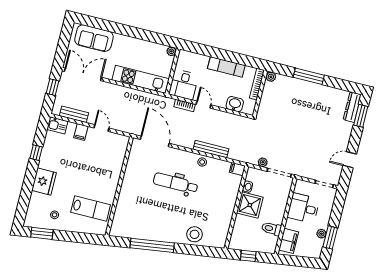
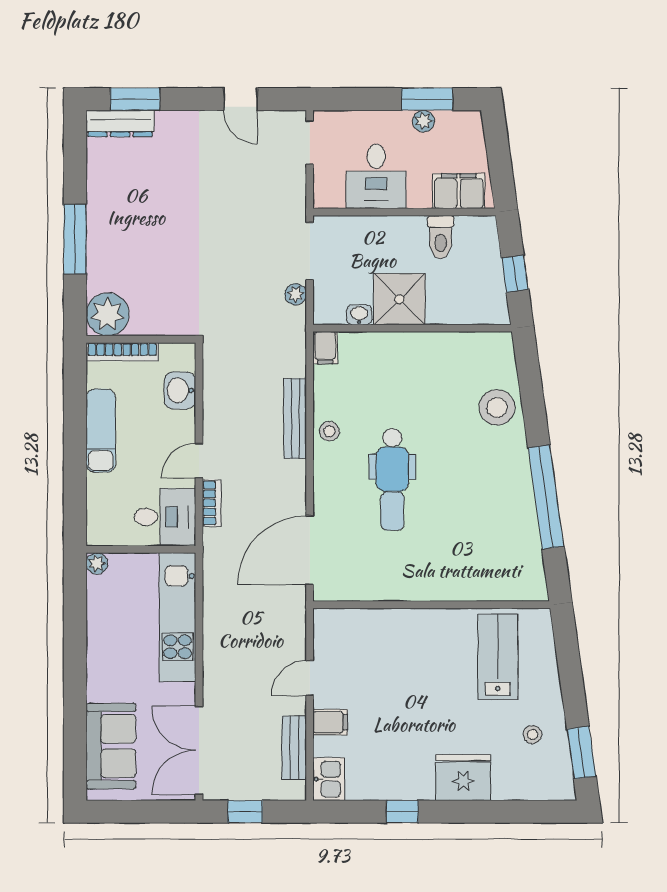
plant: (271, 77) -> (108, 314), width x1.87, depth x1.87

